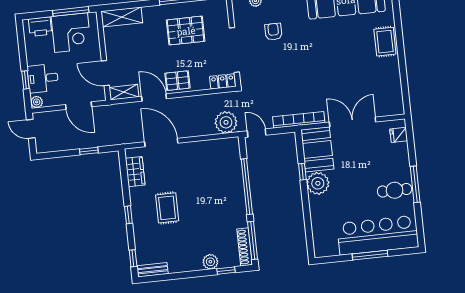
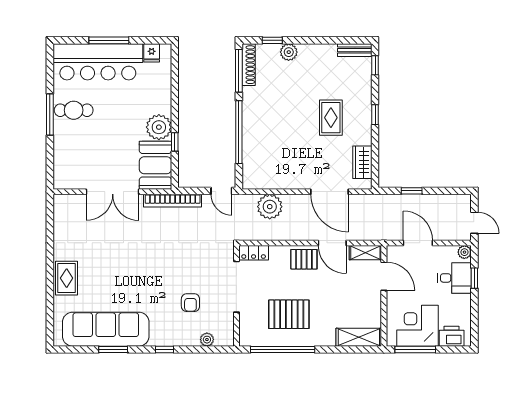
plant: (226, 122) -> (270, 207), moved
fridge: (399, 135) -> (152, 53), moved, turned 90

